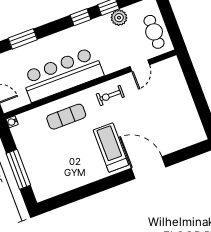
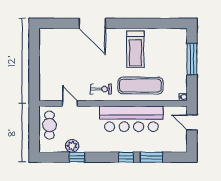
window: (80, 17) -> (126, 157), moved
door: (140, 66) -> (70, 103), hinge flipped
exercise mat: (66, 117) -> (140, 86), width x1.36, depth x1.45
treadmill: (111, 147) -> (135, 49), moved

